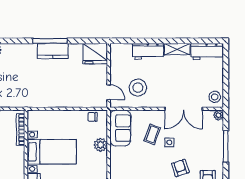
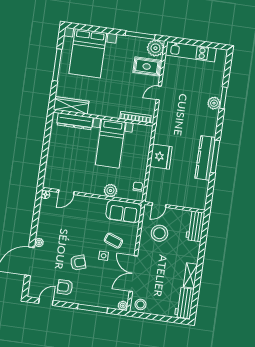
kitchen counter: (53, 51) -> (205, 158), width x1.50
workbench: (148, 51) -> (195, 226), moved
fridge: (95, 54) -> (161, 157), moved, turned 180

